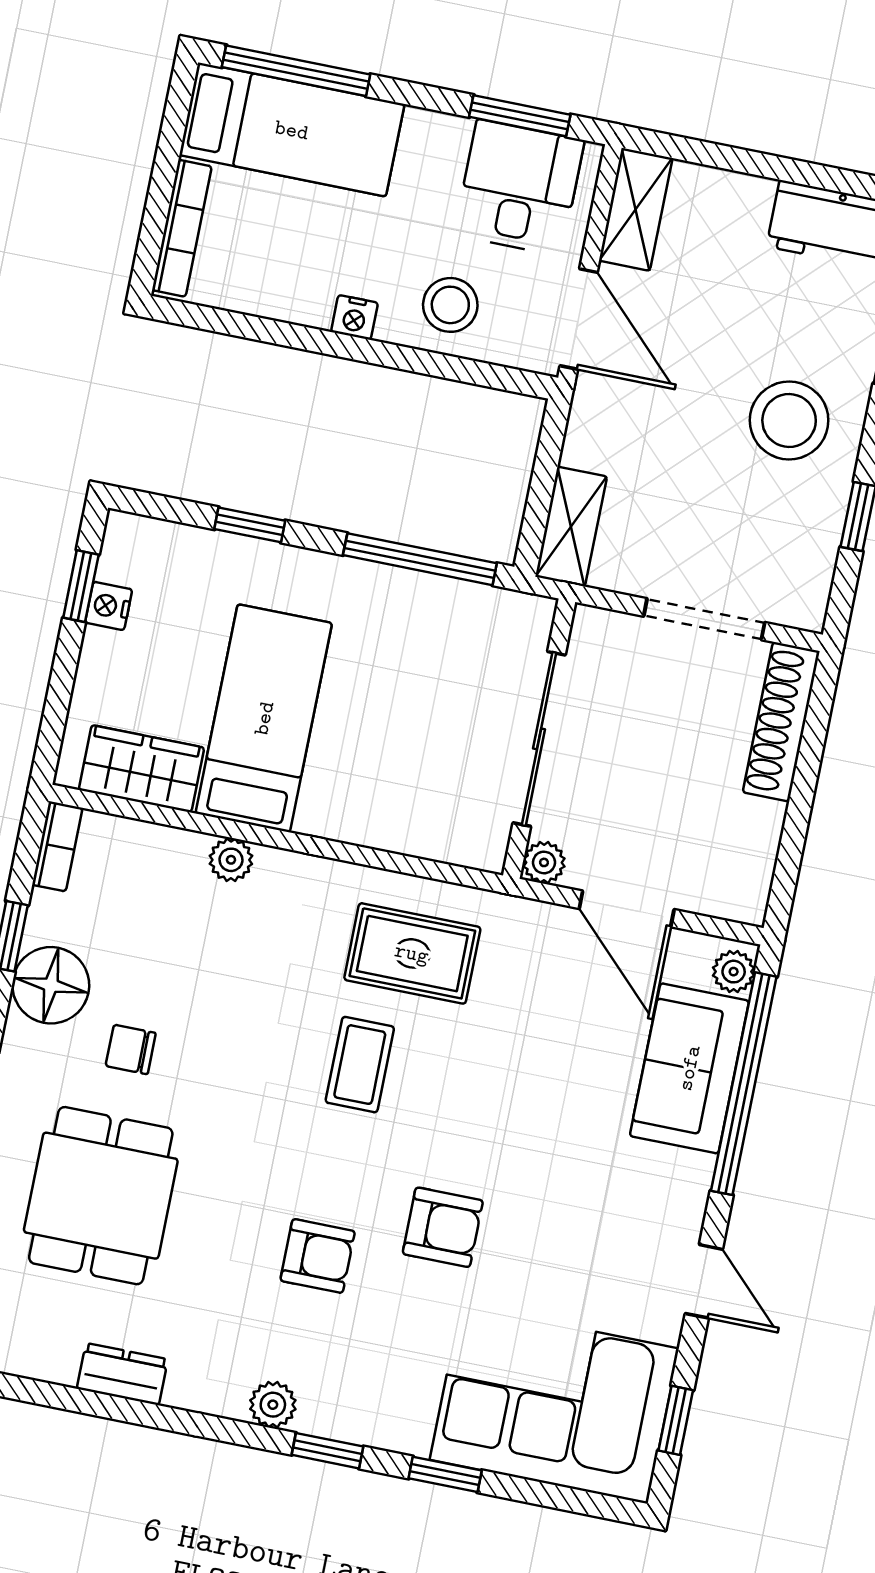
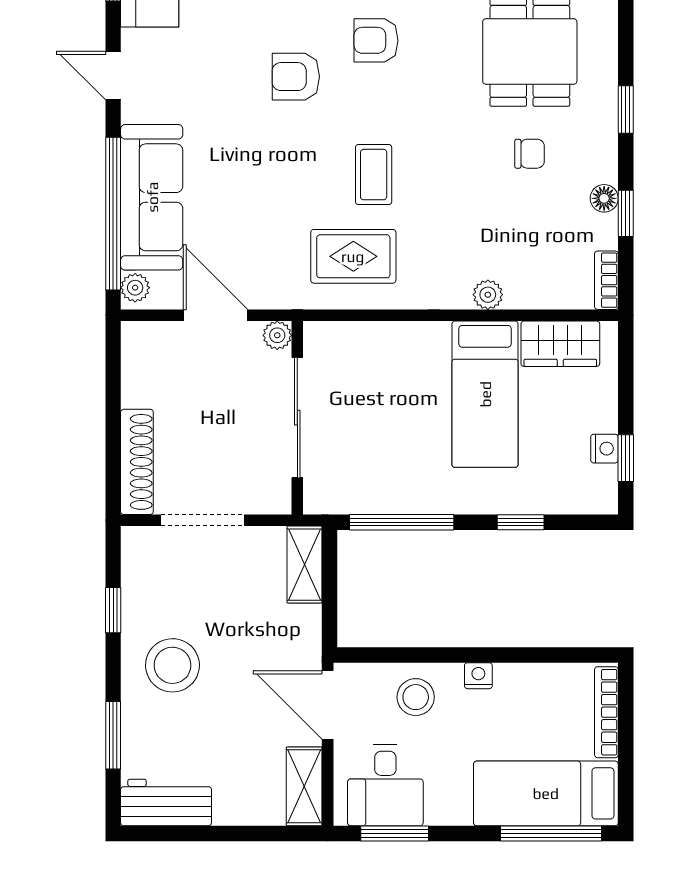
floor lamp: (51, 985) -> (604, 198), width x0.53, depth x0.53
sofa: (689, 1068) -> (152, 197), width x1.36

